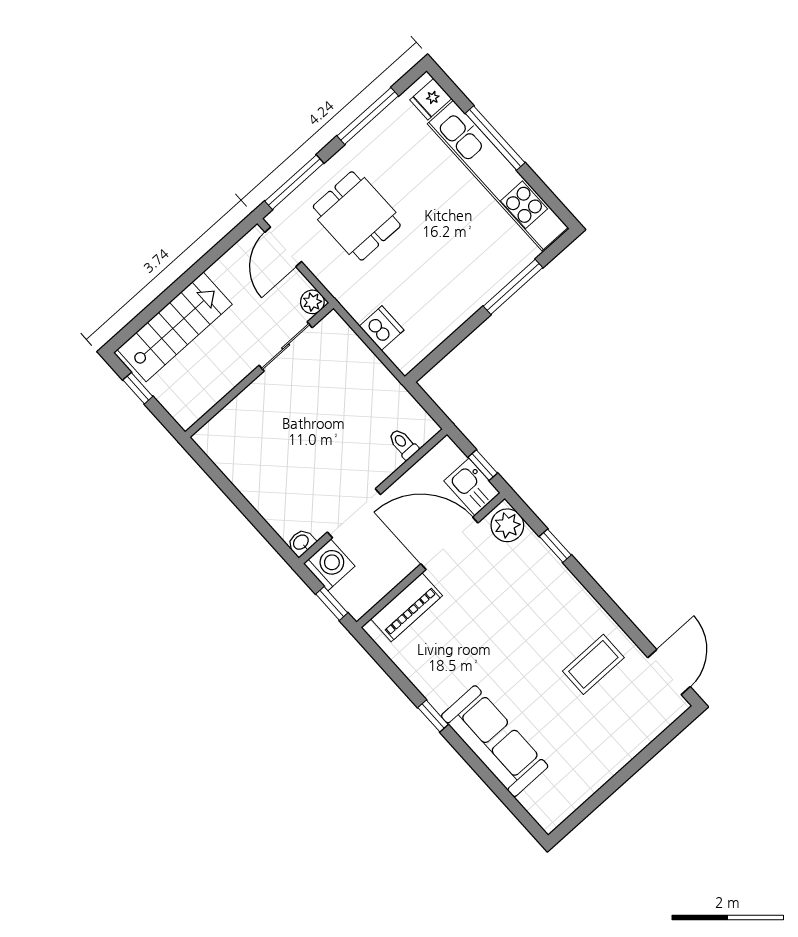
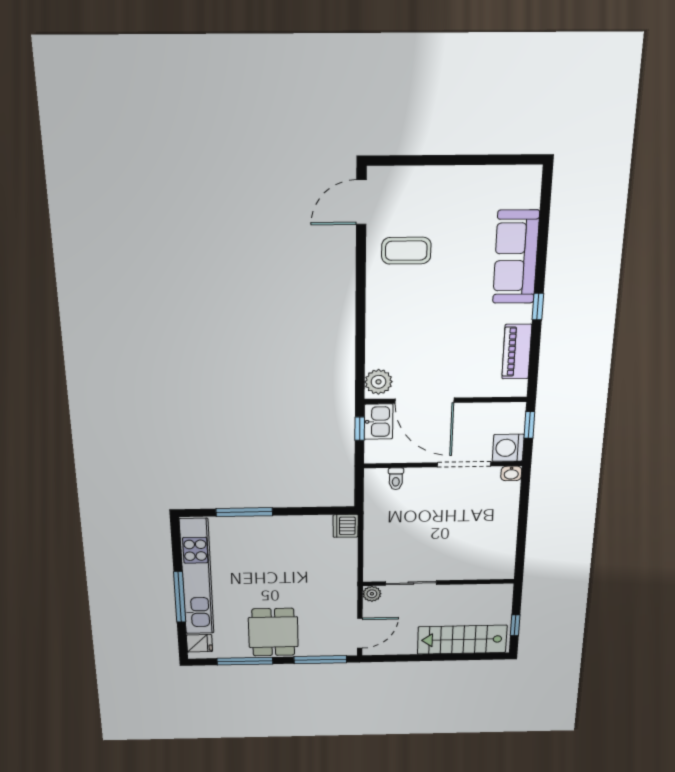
dining table: (357, 216) -> (273, 632), moved
dishwasher: (382, 328) -> (346, 526), moved
window: (555, 546) -> (360, 345), removed
piano: (407, 607) -> (517, 352), moved, turned -90

